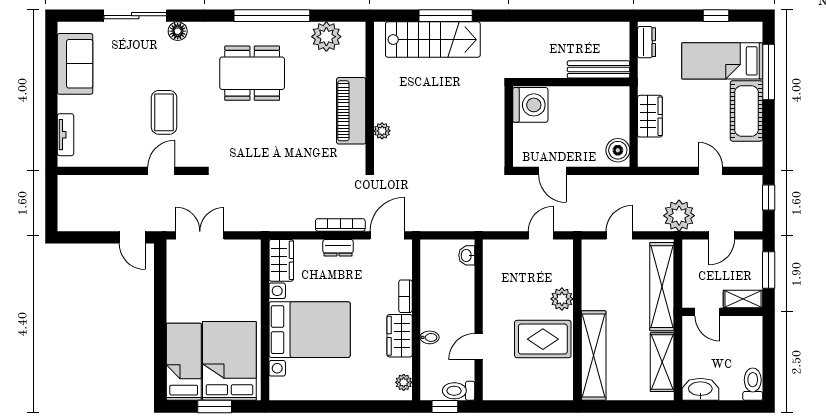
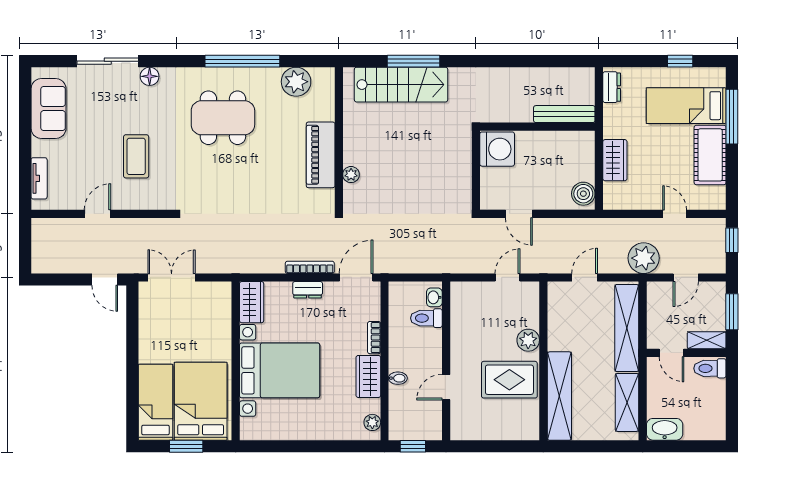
door: (161, 171) -> (97, 214), moved
toilet: (753, 384) -> (710, 368), moved, turned -90
toilet: (459, 391) -> (426, 318), moved

